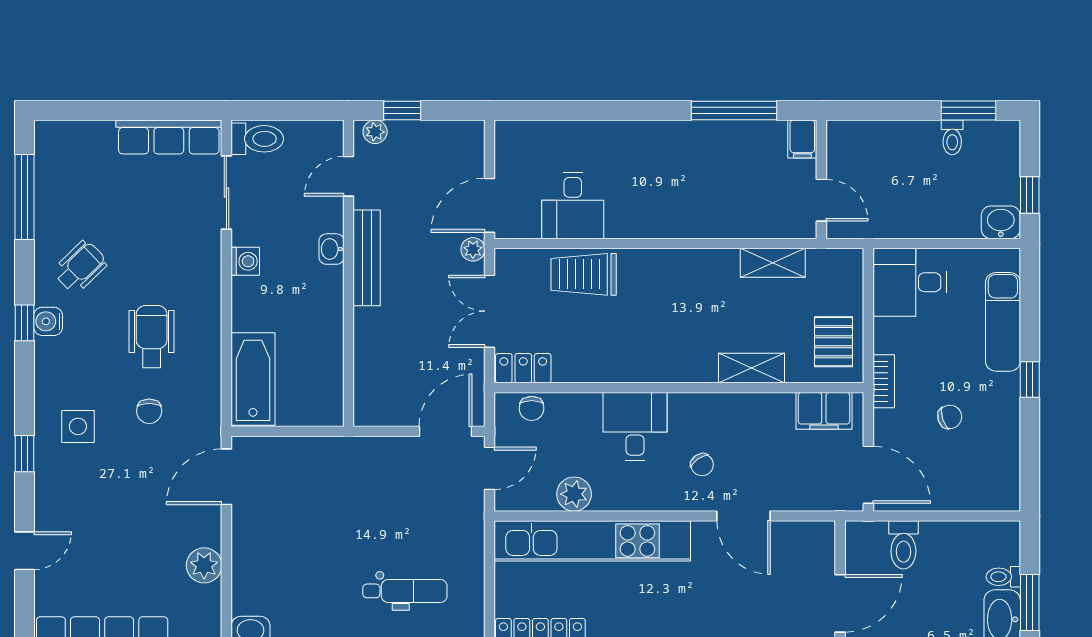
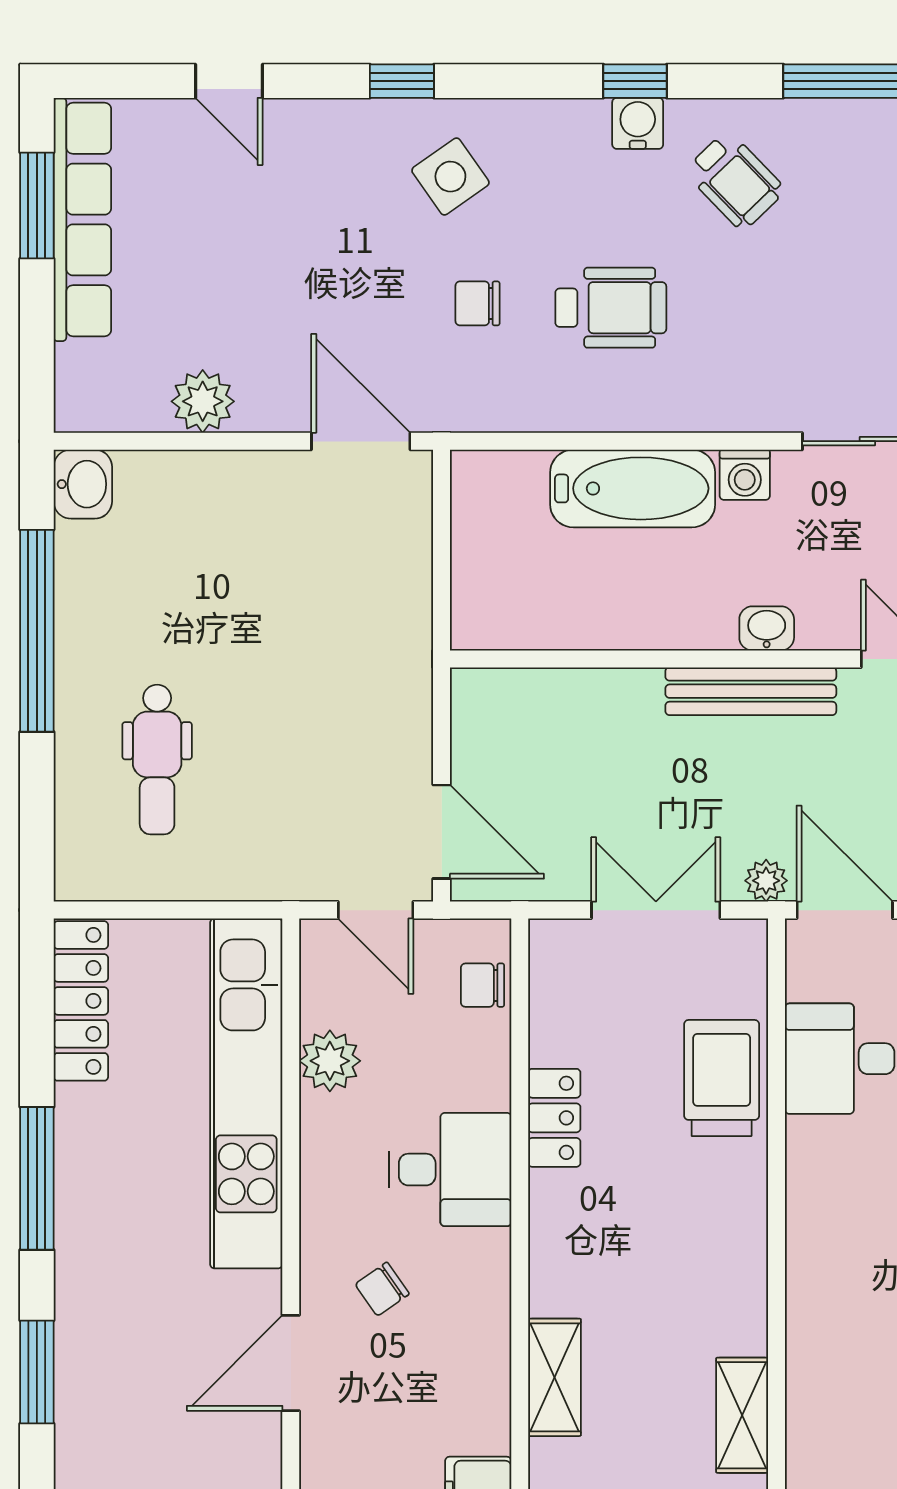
locker: (523, 368) -> (554, 1118), moved
bathtub: (253, 379) -> (633, 488), moved
side table: (78, 426) -> (450, 177), turned -35

